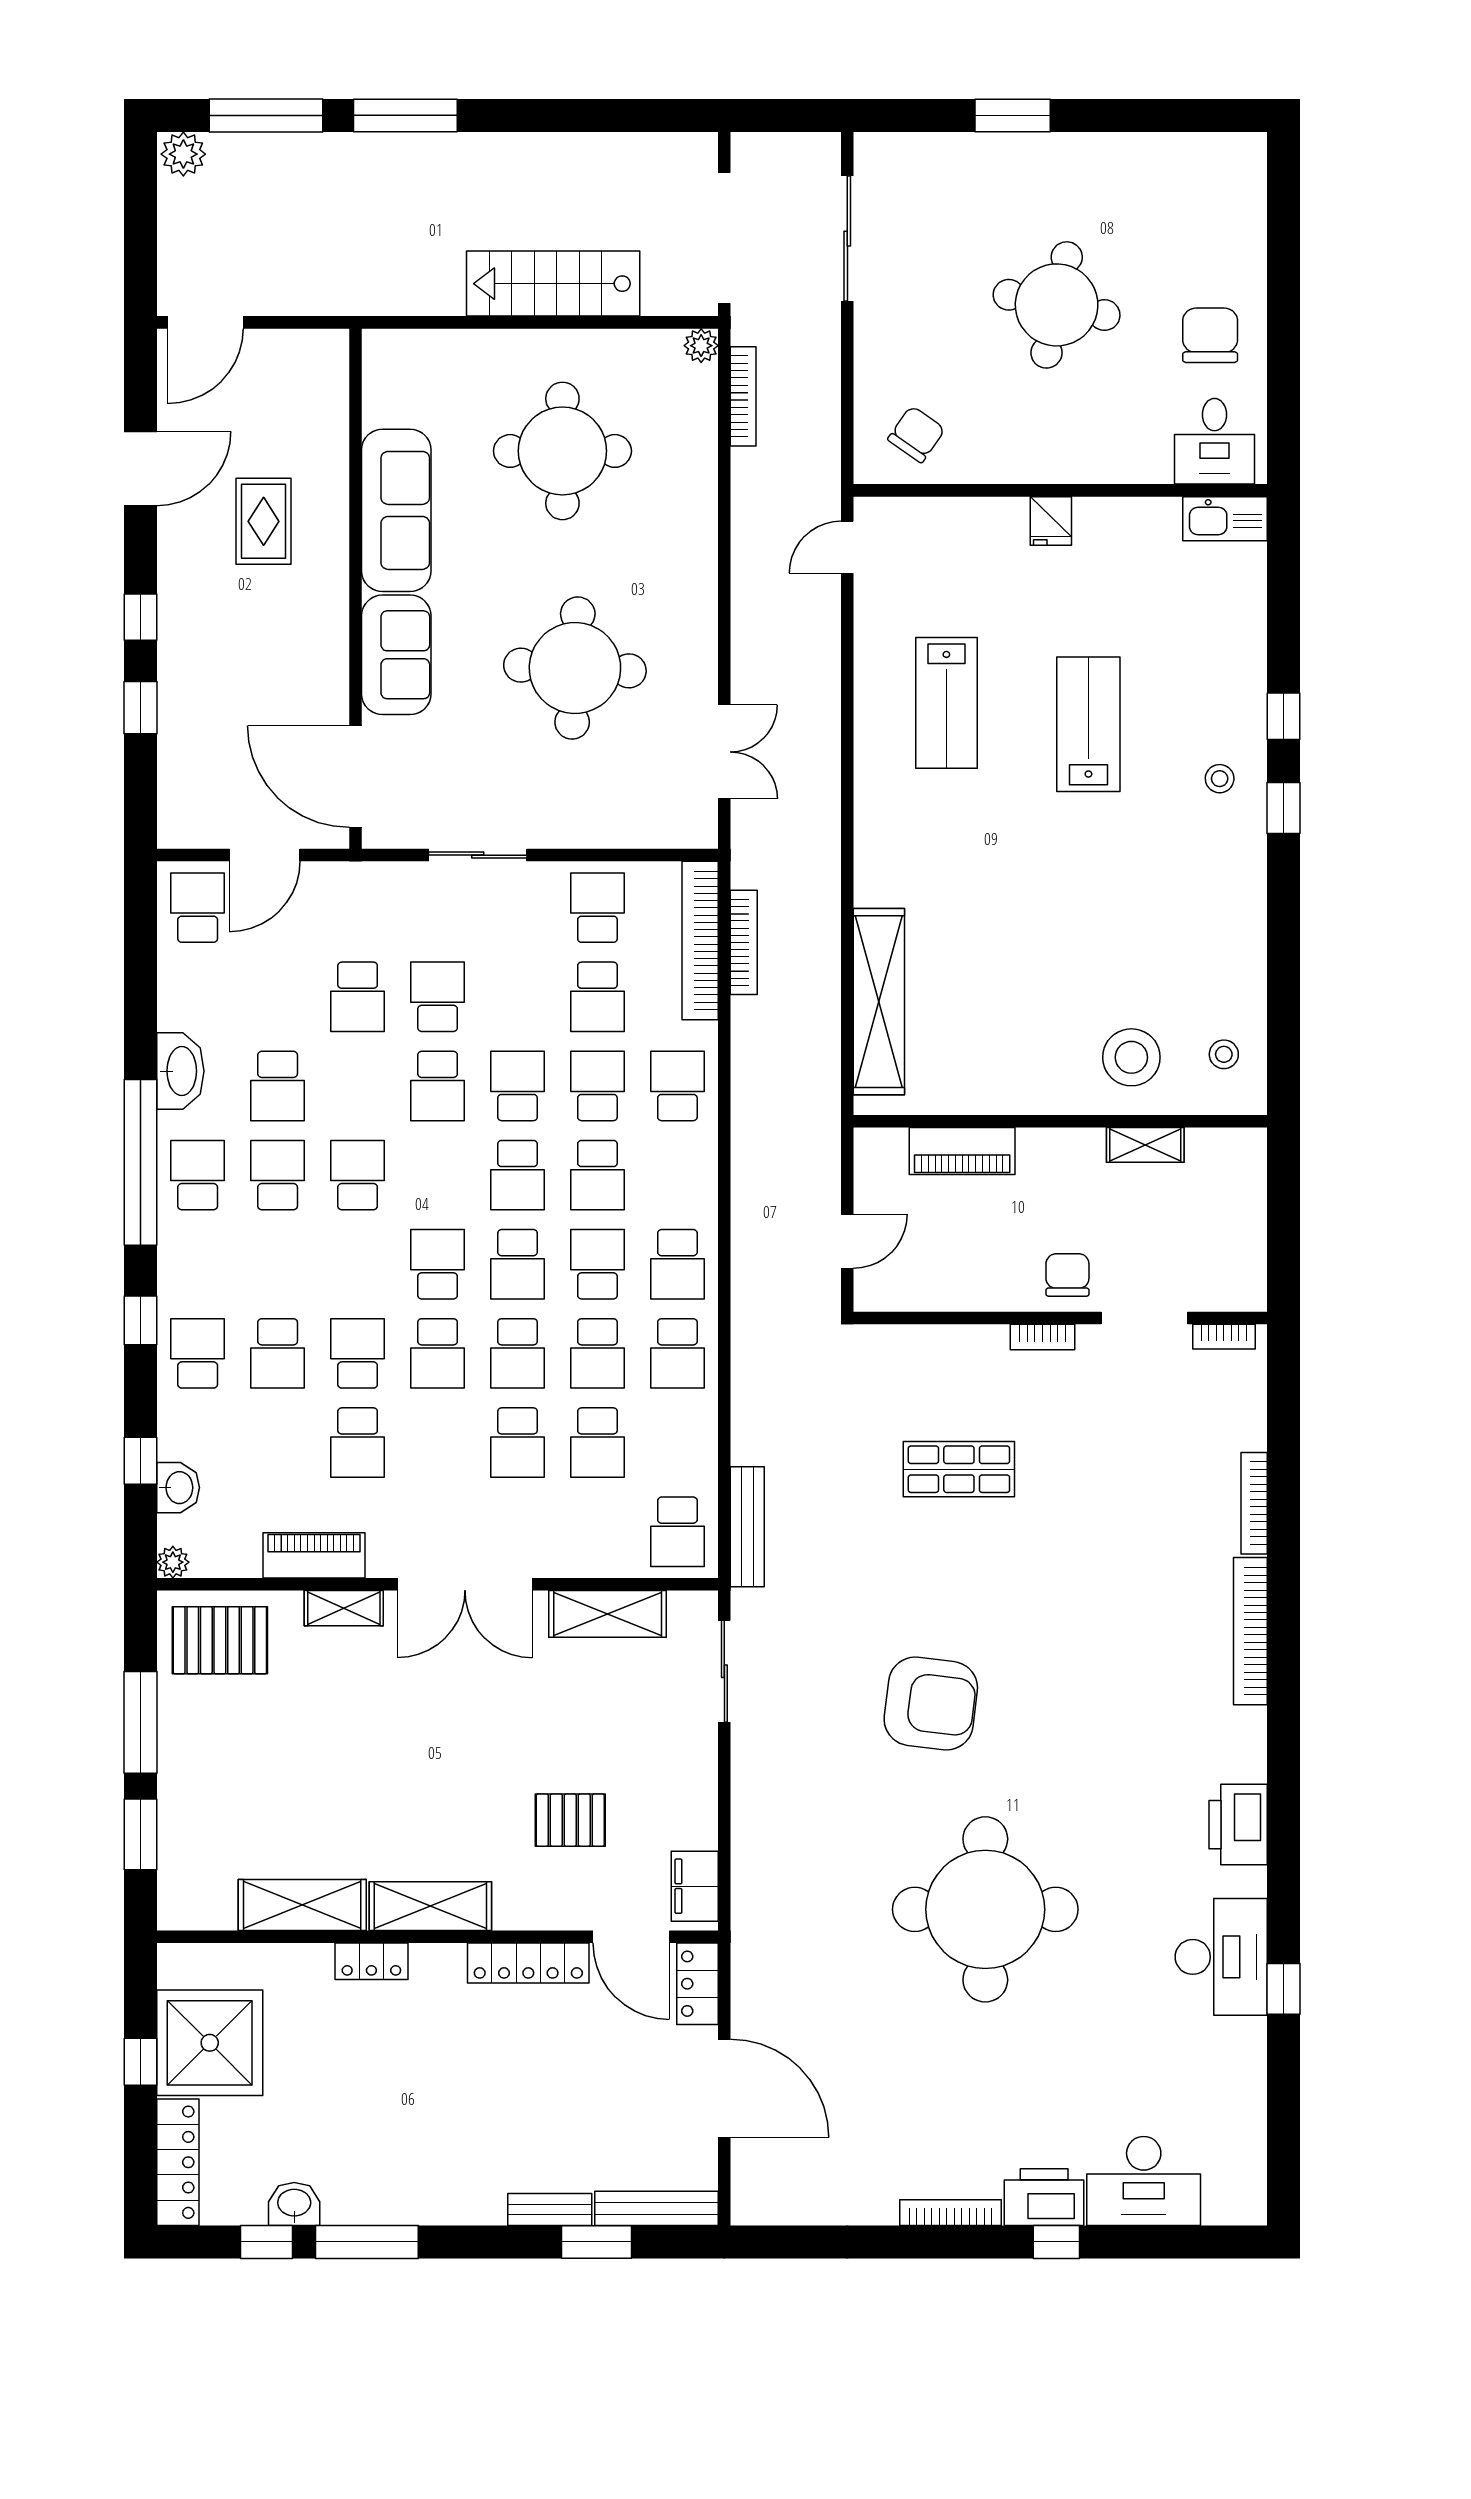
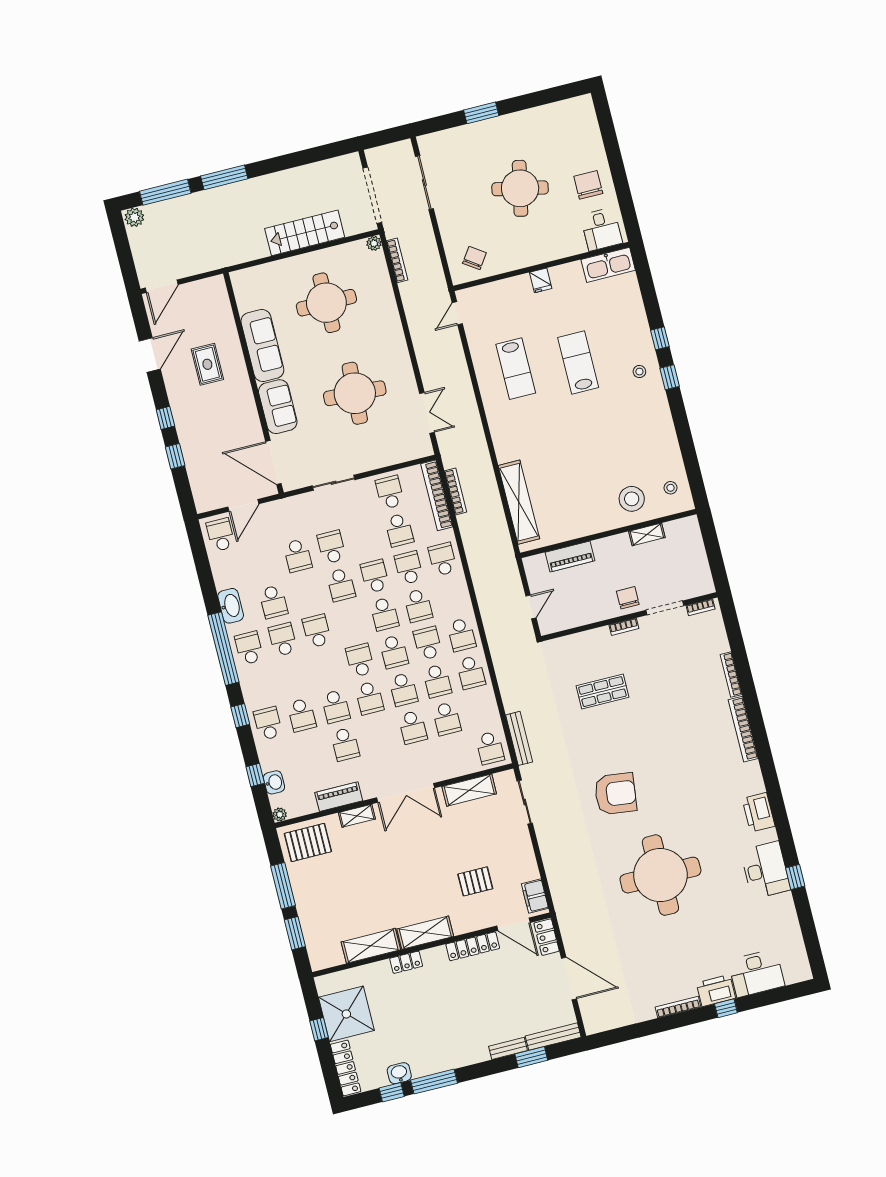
kitchen sink: (1225, 519) -> (608, 265), width x1.36, depth x1.24
school desk: (358, 1353) -> (336, 706), turned 180

